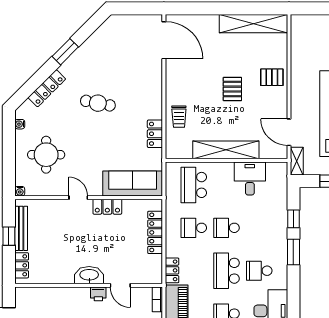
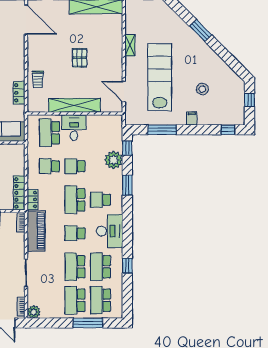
pallet: (272, 77) -> (110, 49), removed
shelving: (297, 161) -> (130, 45), moved
desk: (250, 178) -> (74, 128), moved
window: (293, 219) -> (127, 148), moved
plant: (276, 220) -> (114, 160), added
locker: (155, 232) -> (19, 193), moved

